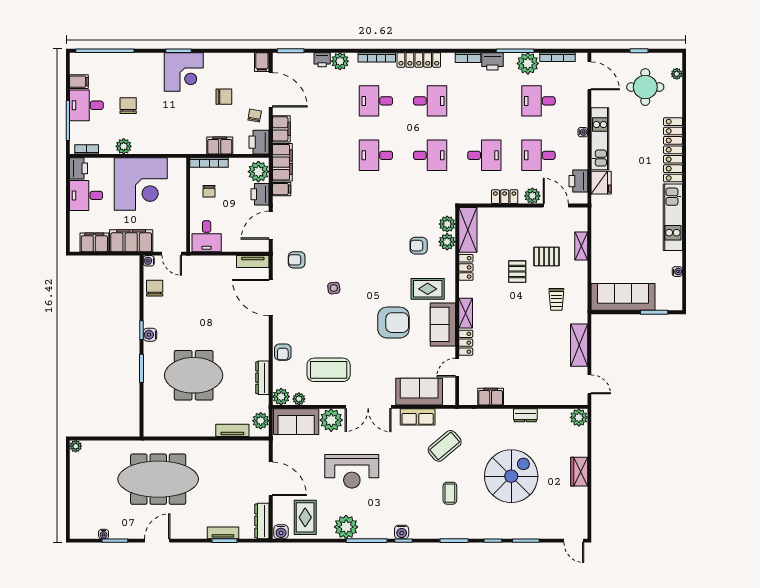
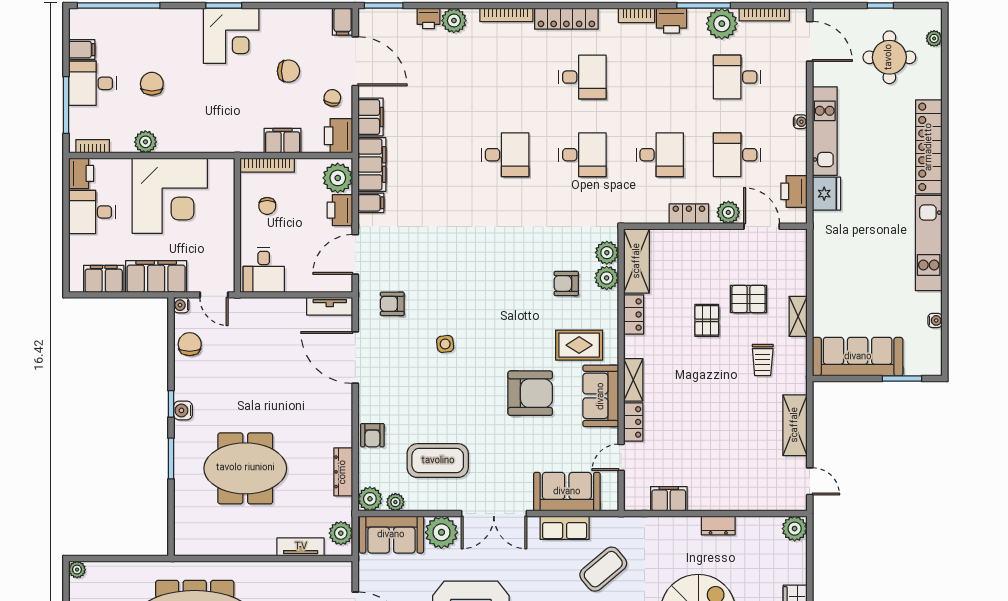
desk: (376, 101) -> (505, 77), removed
desk: (376, 155) -> (505, 155), turned 180
shelving: (581, 246) -> (798, 316), moved

